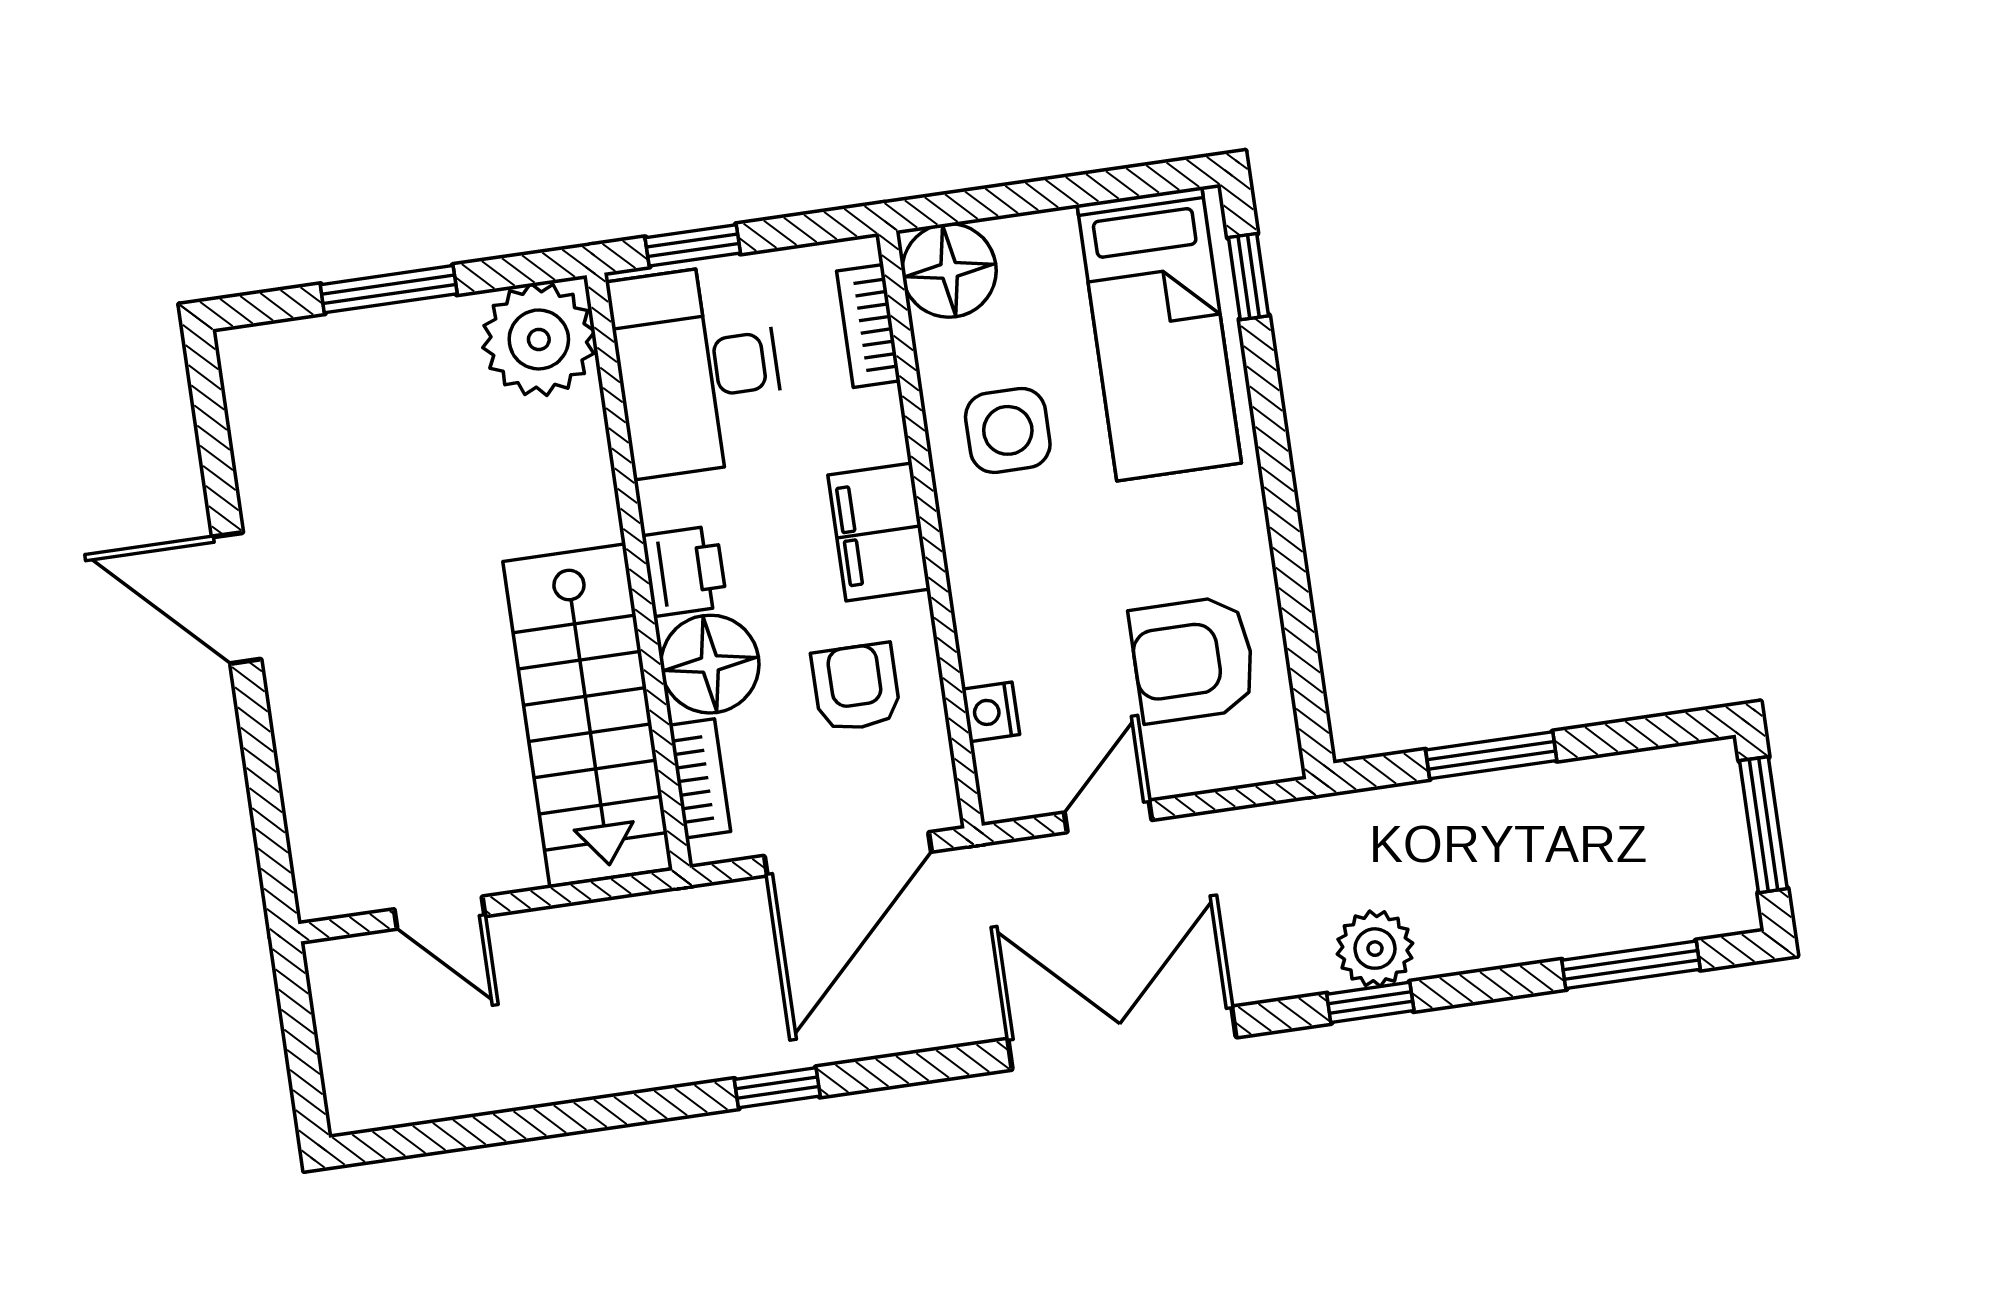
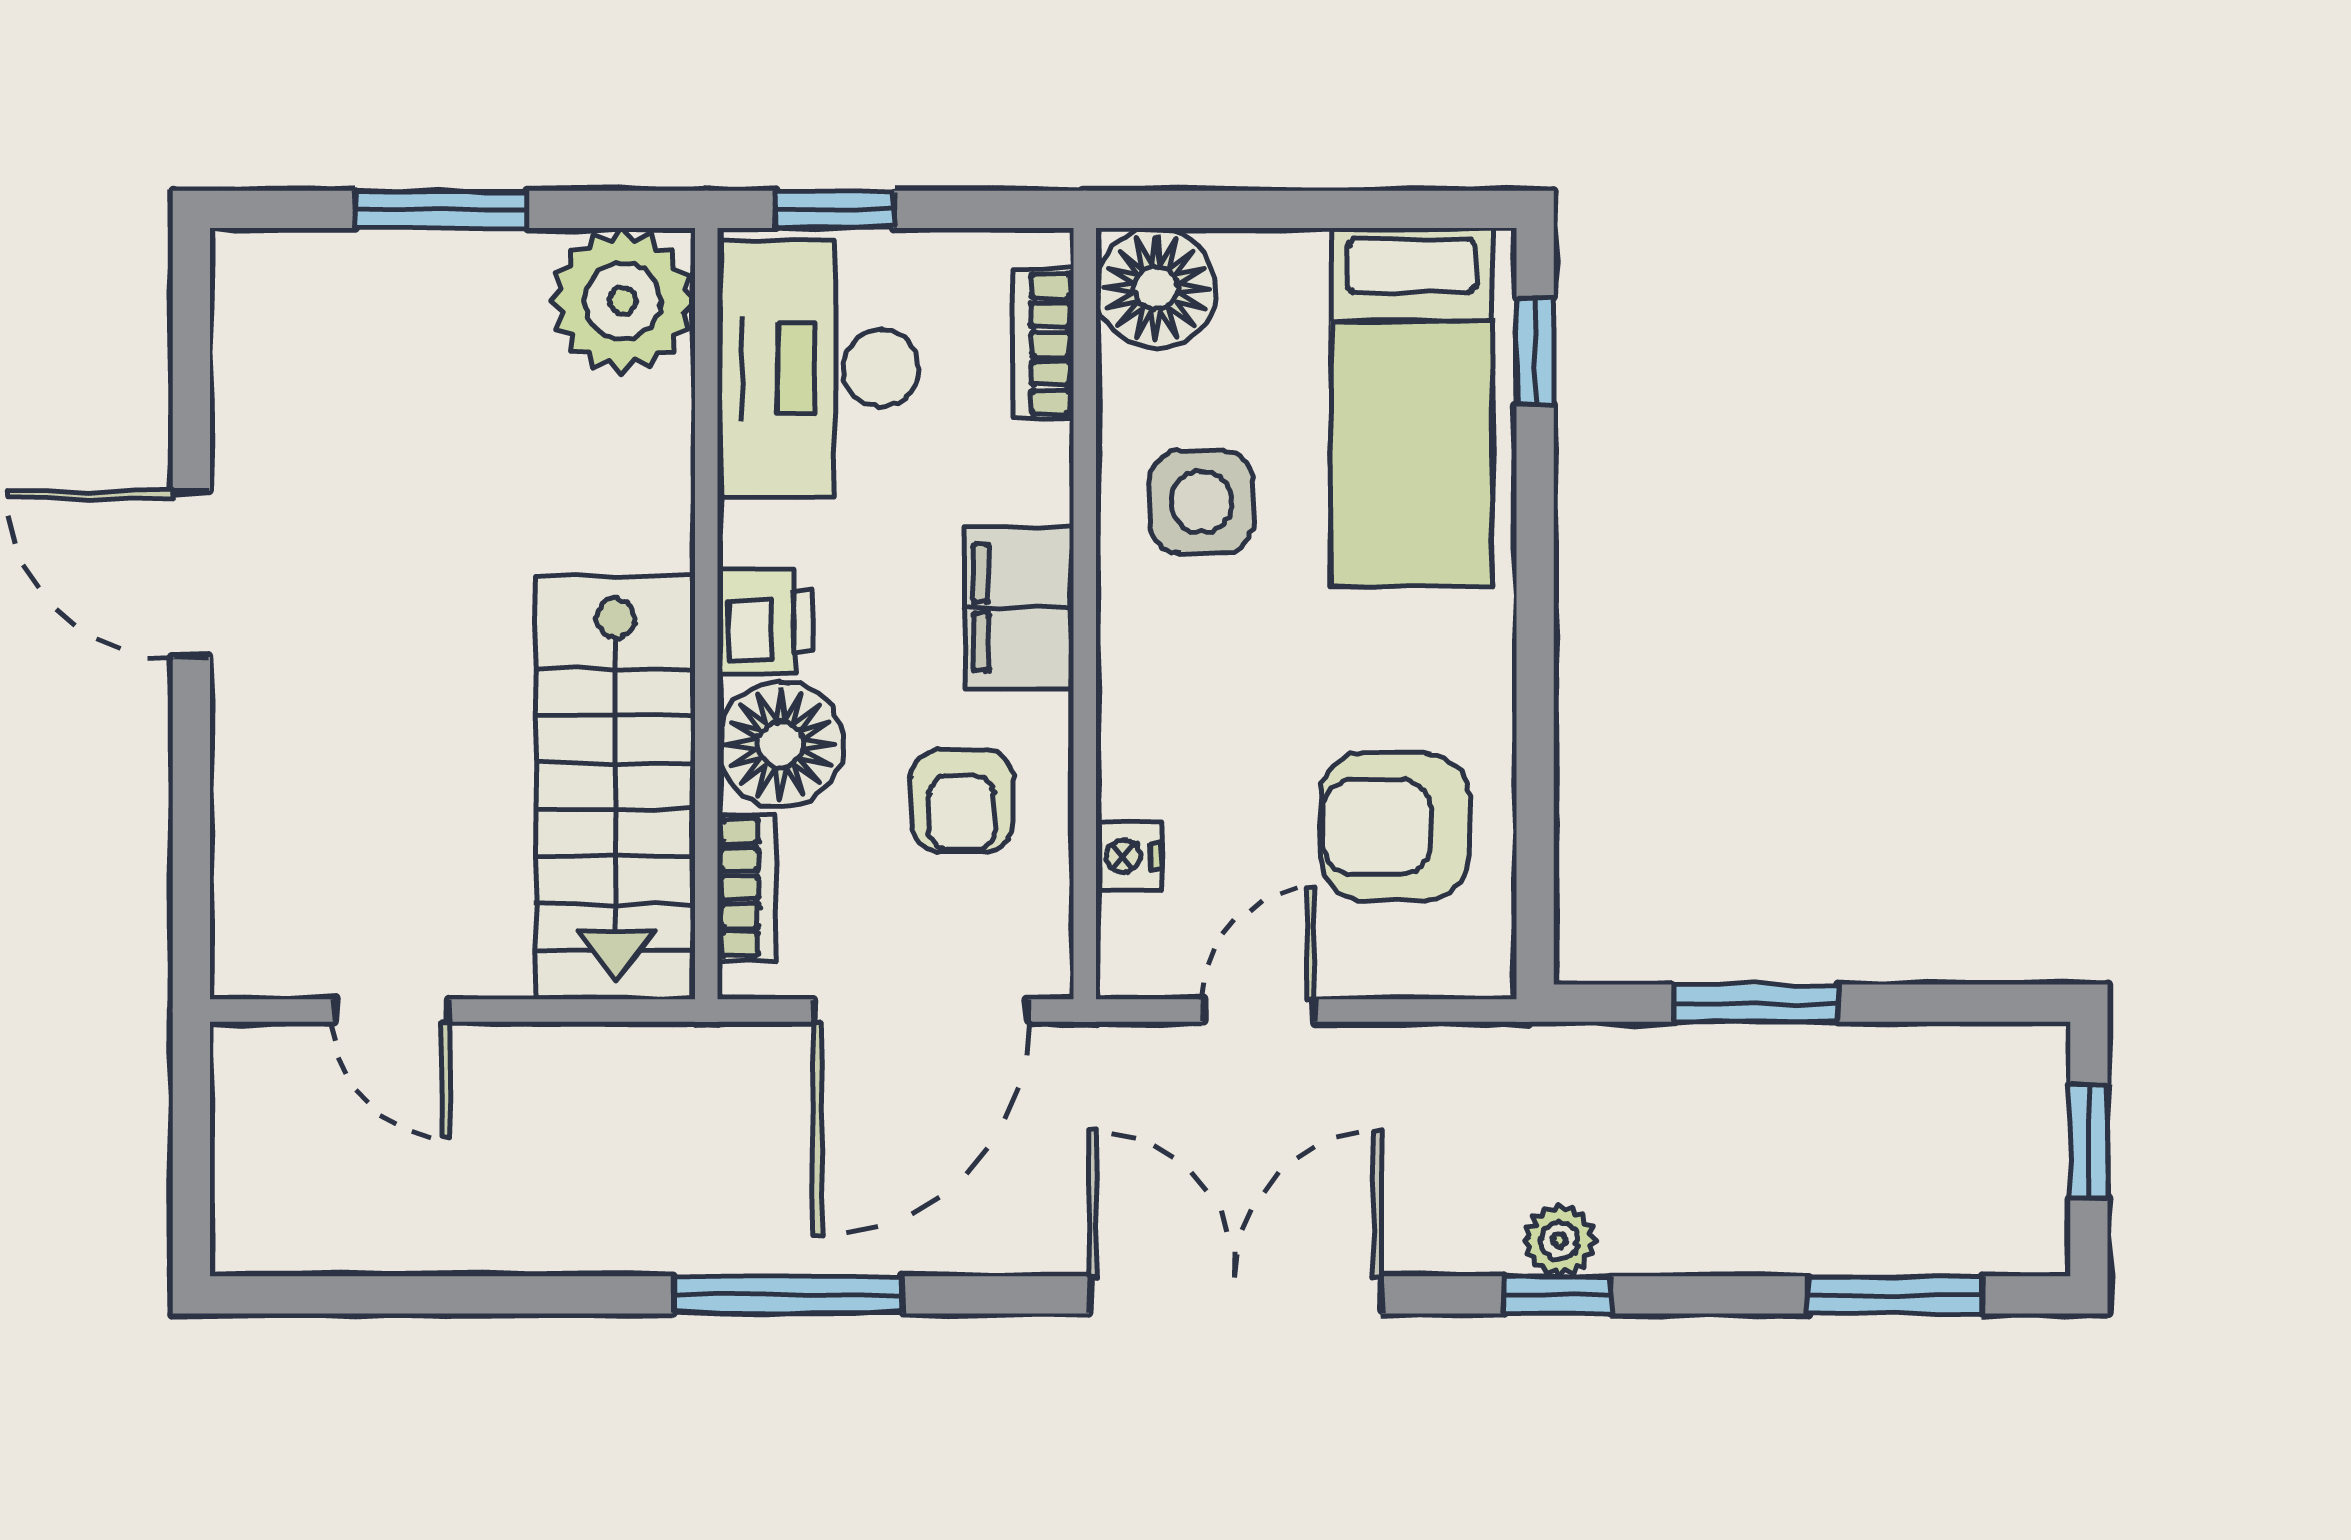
armchair: (856, 687) -> (962, 801), turned 180
window: (1763, 825) -> (2089, 1141), width x0.67
plant: (1375, 949) -> (1559, 1241), width x0.73, depth x0.73
window: (777, 1088) -> (788, 1295), width x2.17

